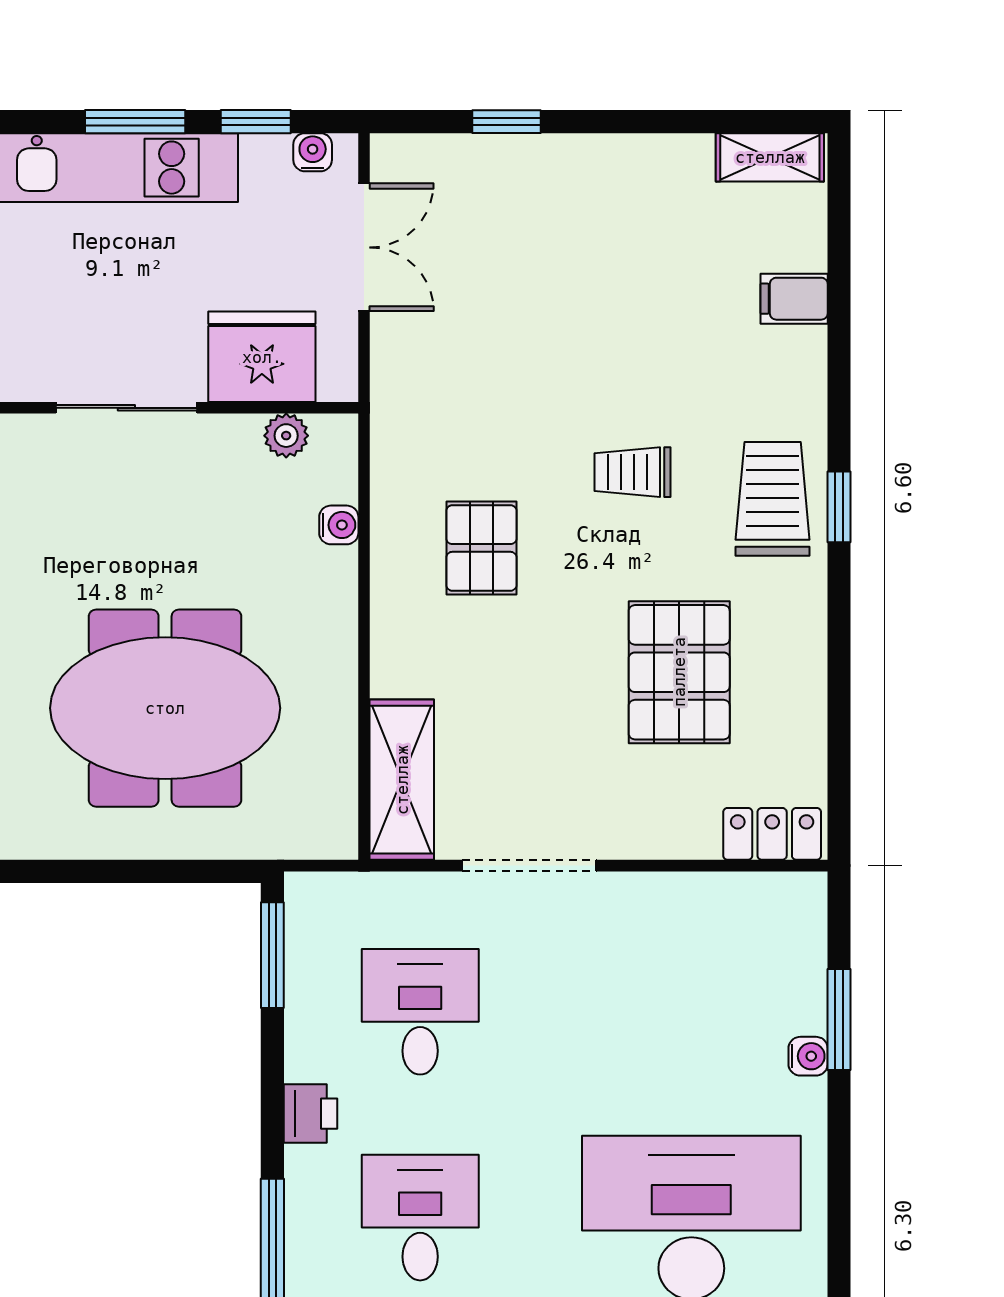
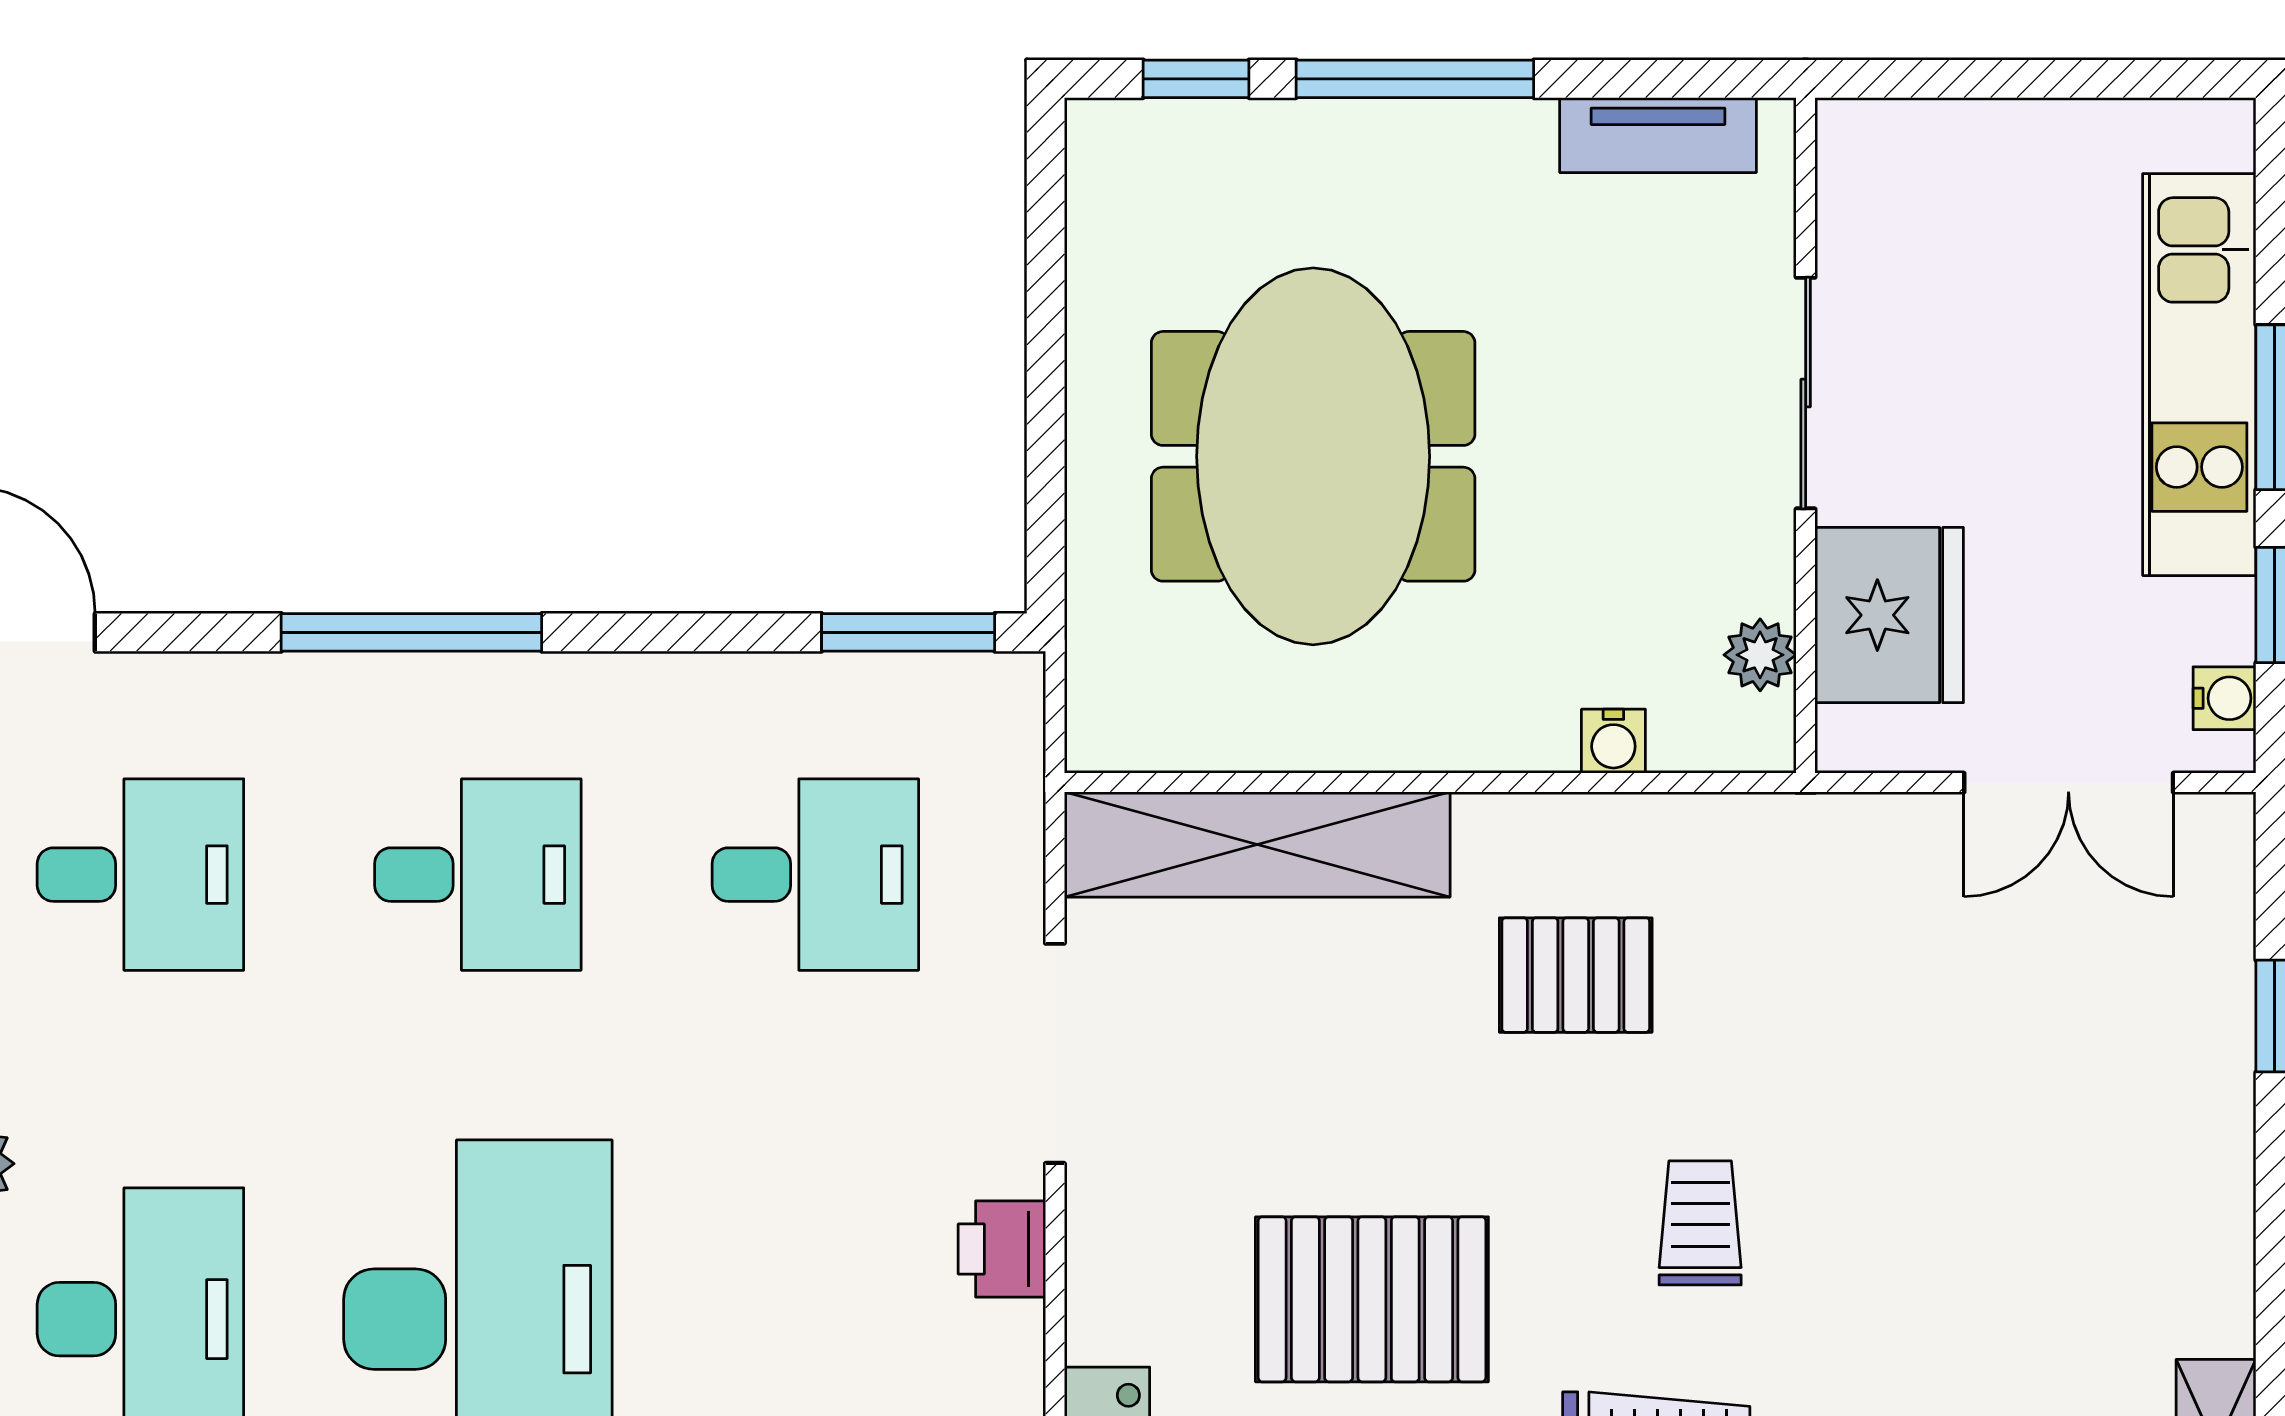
shelving: (402, 780) -> (1257, 844), width x1.47
printer: (311, 1114) -> (1002, 1249), moved, turned 90

